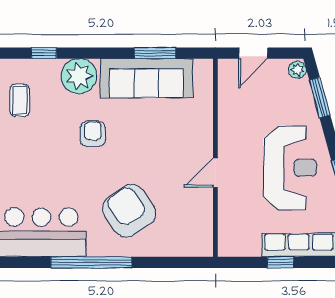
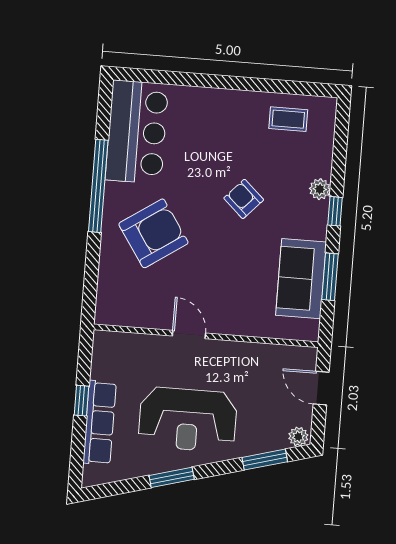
window: (44, 53) -> (335, 211), moved
plant: (79, 76) -> (320, 189), width x0.53, depth x0.53
sofa: (146, 78) -> (301, 279), width x0.73
armchair: (93, 134) -> (244, 199), turned -137

